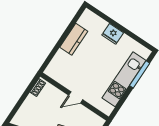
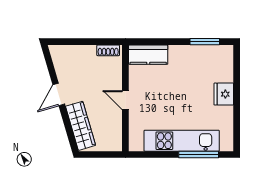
window: (72, 24) -> (205, 42), added
kitchen counter: (74, 39) -> (148, 55), moved

